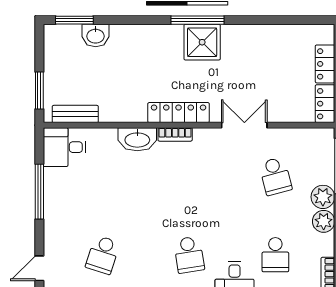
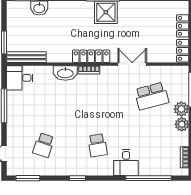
bench: (75, 114) -> (26, 57), width x1.36
school desk: (275, 176) -> (152, 96), width x1.85
school desk: (275, 255) -> (152, 145), removed

